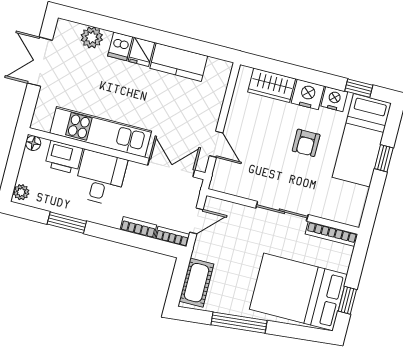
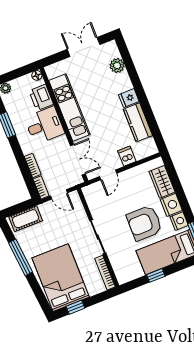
dishwasher: (120, 46) -> (127, 156), moved, turned 90
armchair: (306, 143) -> (144, 223), width x1.88, depth x1.88
window: (384, 158) -> (156, 275), moved

